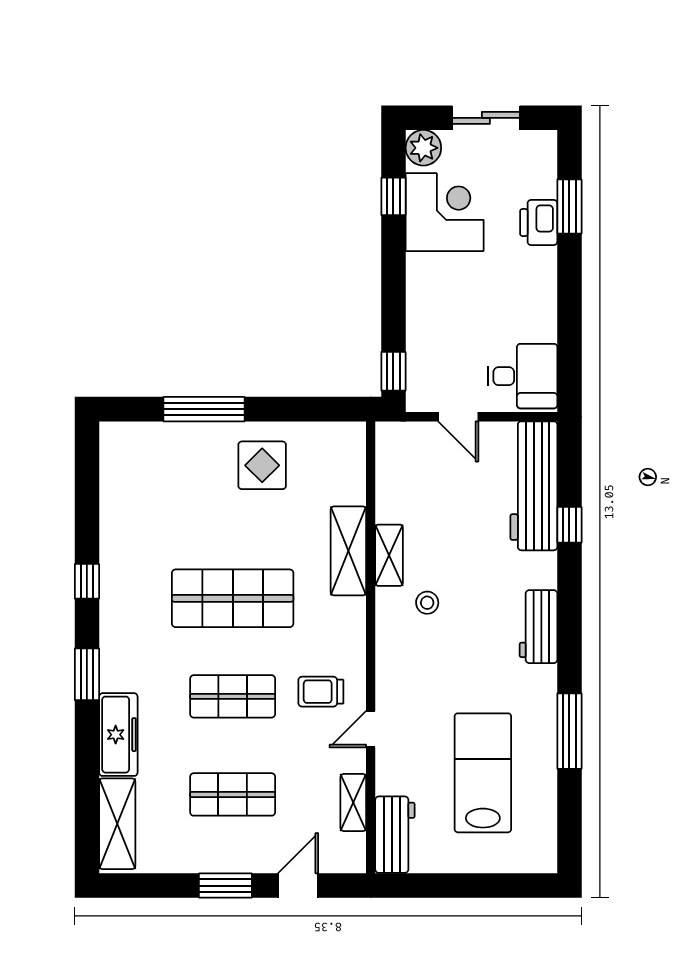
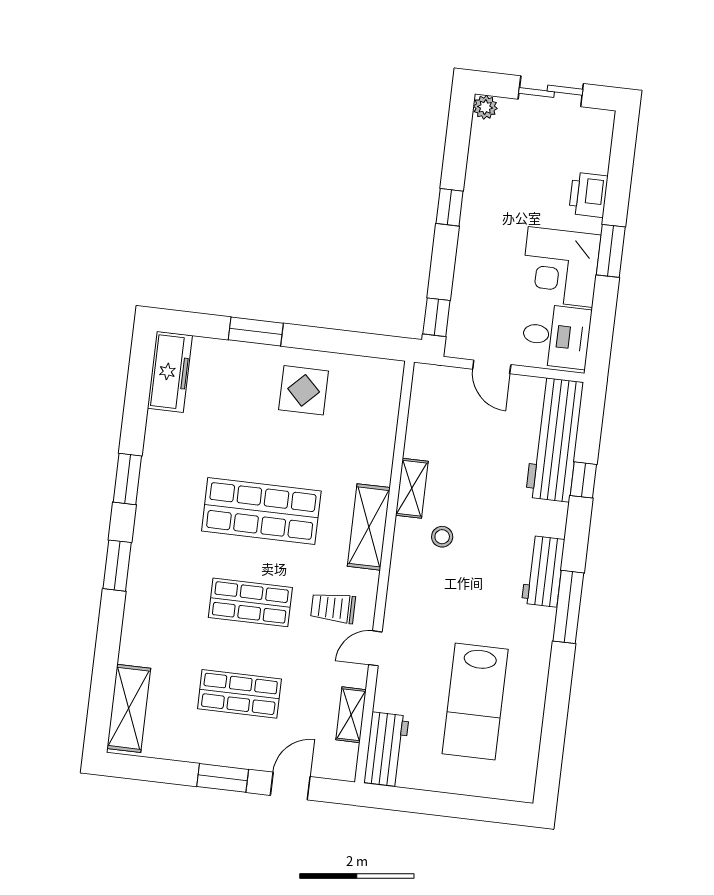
plant: (423, 148) -> (485, 107), width x0.73, depth x0.73
window: (393, 196) -> (450, 207), moved
window: (569, 207) -> (611, 251), moved
corner desk: (445, 212) -> (560, 267), moved, turned 180
window: (204, 409) -> (256, 332), width x0.69
shelving: (348, 551) -> (369, 527), moved
window: (87, 581) -> (127, 479), width x1.50
window: (569, 731) -> (568, 607), moved
freezer: (118, 735) -> (170, 372), moved
lab bench: (483, 773) -> (475, 701), turned 180

